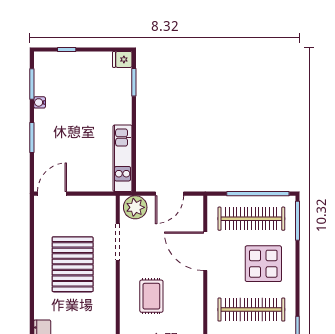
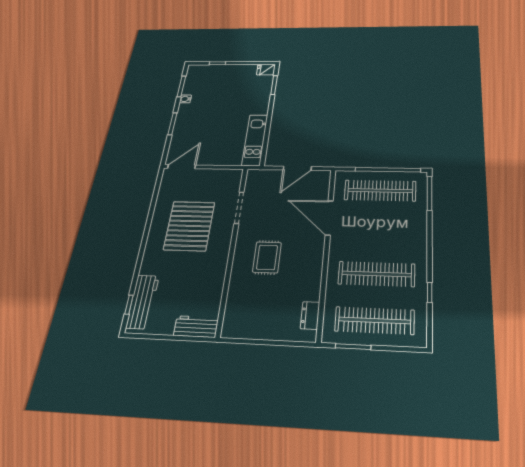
plant: (135, 207) -> (261, 179), removed
display table: (263, 264) -> (392, 231), removed

